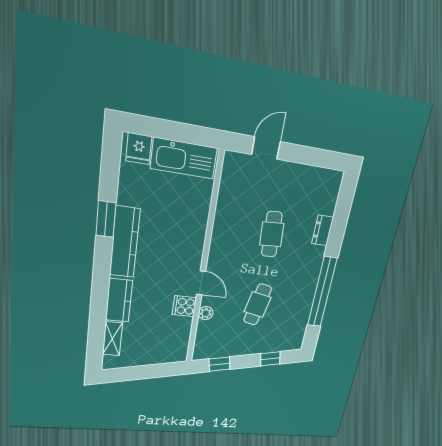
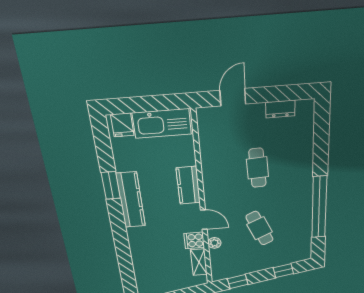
dresser: (323, 230) -> (280, 109), moved, turned -90
kitchen counter: (119, 300) -> (188, 185), moved, turned 180
cafe table: (258, 304) -> (260, 228), turned -36
shelving: (112, 339) -> (199, 262), moved

